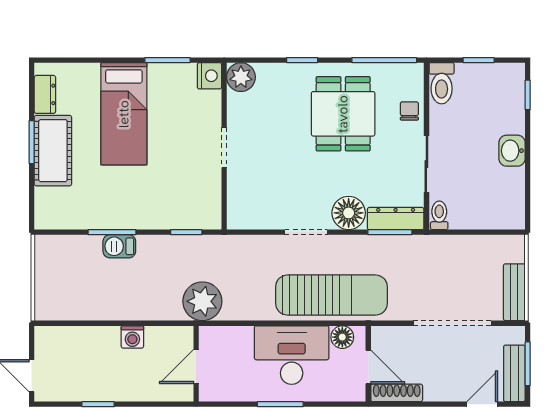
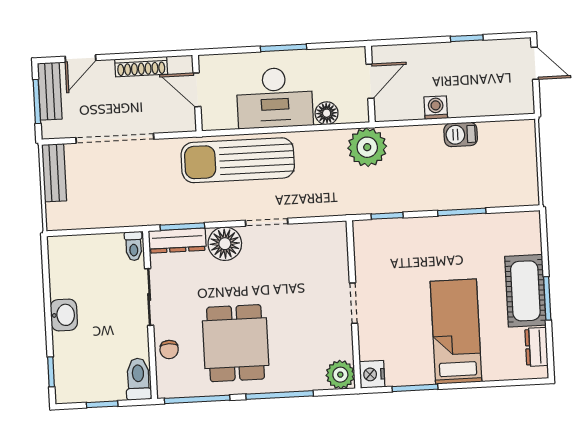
window: (302, 60) -> (280, 395), width x2.17
barbecue: (119, 246) -> (461, 134), moved, turned 180
floor lamp: (342, 337) -> (327, 113), moved
shoe rack: (397, 393) -> (141, 67), moved

